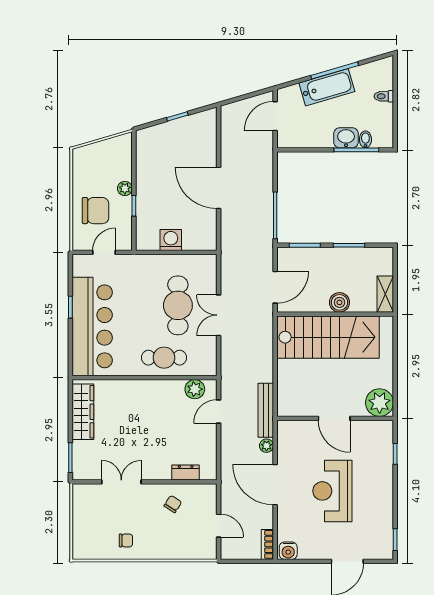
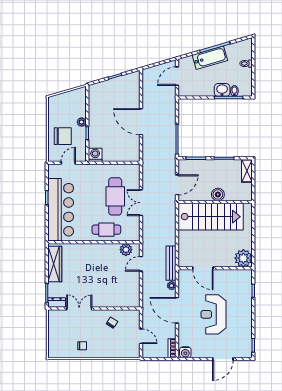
washing machine: (171, 240) -> (95, 155), moved
shelving: (385, 294) -> (247, 171), moved
door: (334, 418) -> (203, 268), moved
dresser: (186, 472) -> (57, 303), moved

